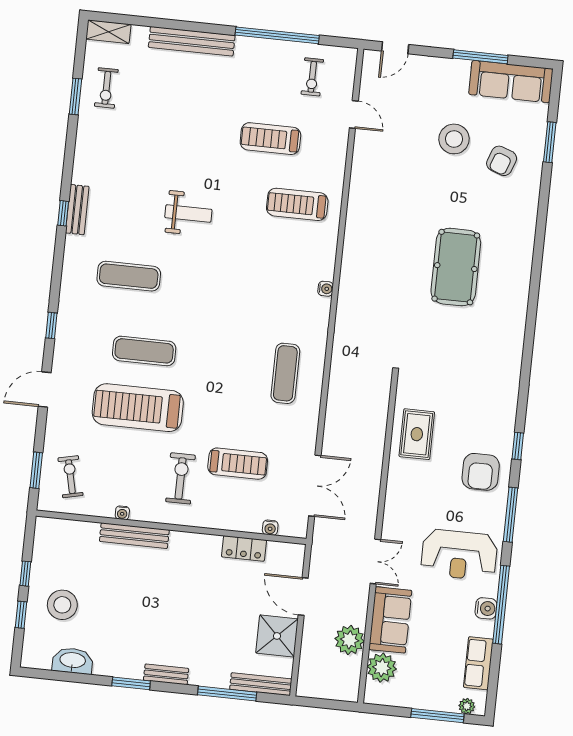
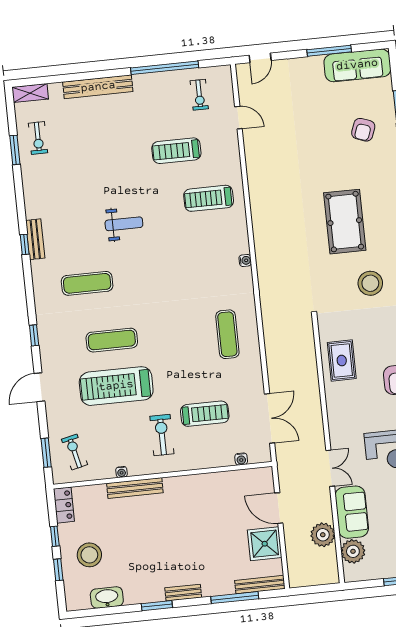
stool: (454, 139) -> (370, 283), moved
locker: (244, 548) -> (64, 505), moved, turned -90

